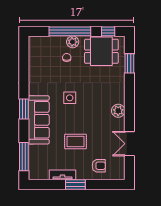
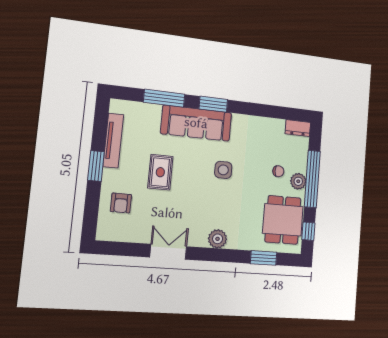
dresser: (34, 45) -> (298, 128), added
plant: (118, 111) -> (218, 239), moved
double door: (129, 144) -> (168, 252), moved
window: (24, 157) -> (164, 98), moved
tv unit: (62, 175) -> (113, 141), width x1.41

